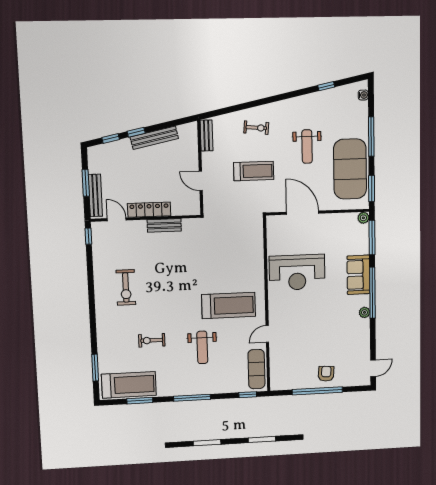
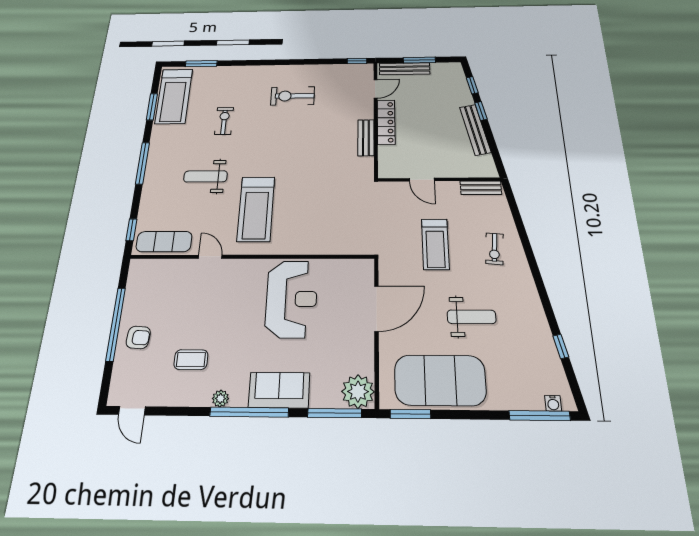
window: (371, 137) -> (540, 416), moved
weight bench: (307, 146) -> (471, 317), turned 180
door: (201, 181) -> (422, 180), swing flipped
plant: (363, 218) -> (358, 392), width x1.88, depth x1.88
reception desk: (297, 272) -> (292, 299), turned 180
coffee table: (340, 336) -> (191, 360), added

